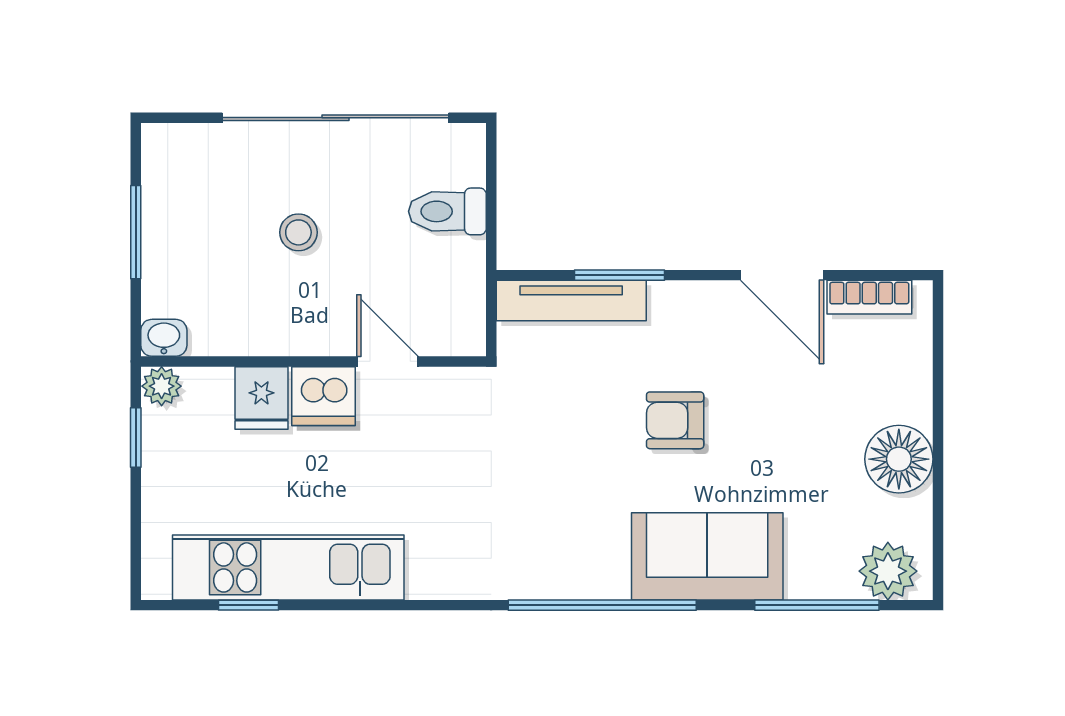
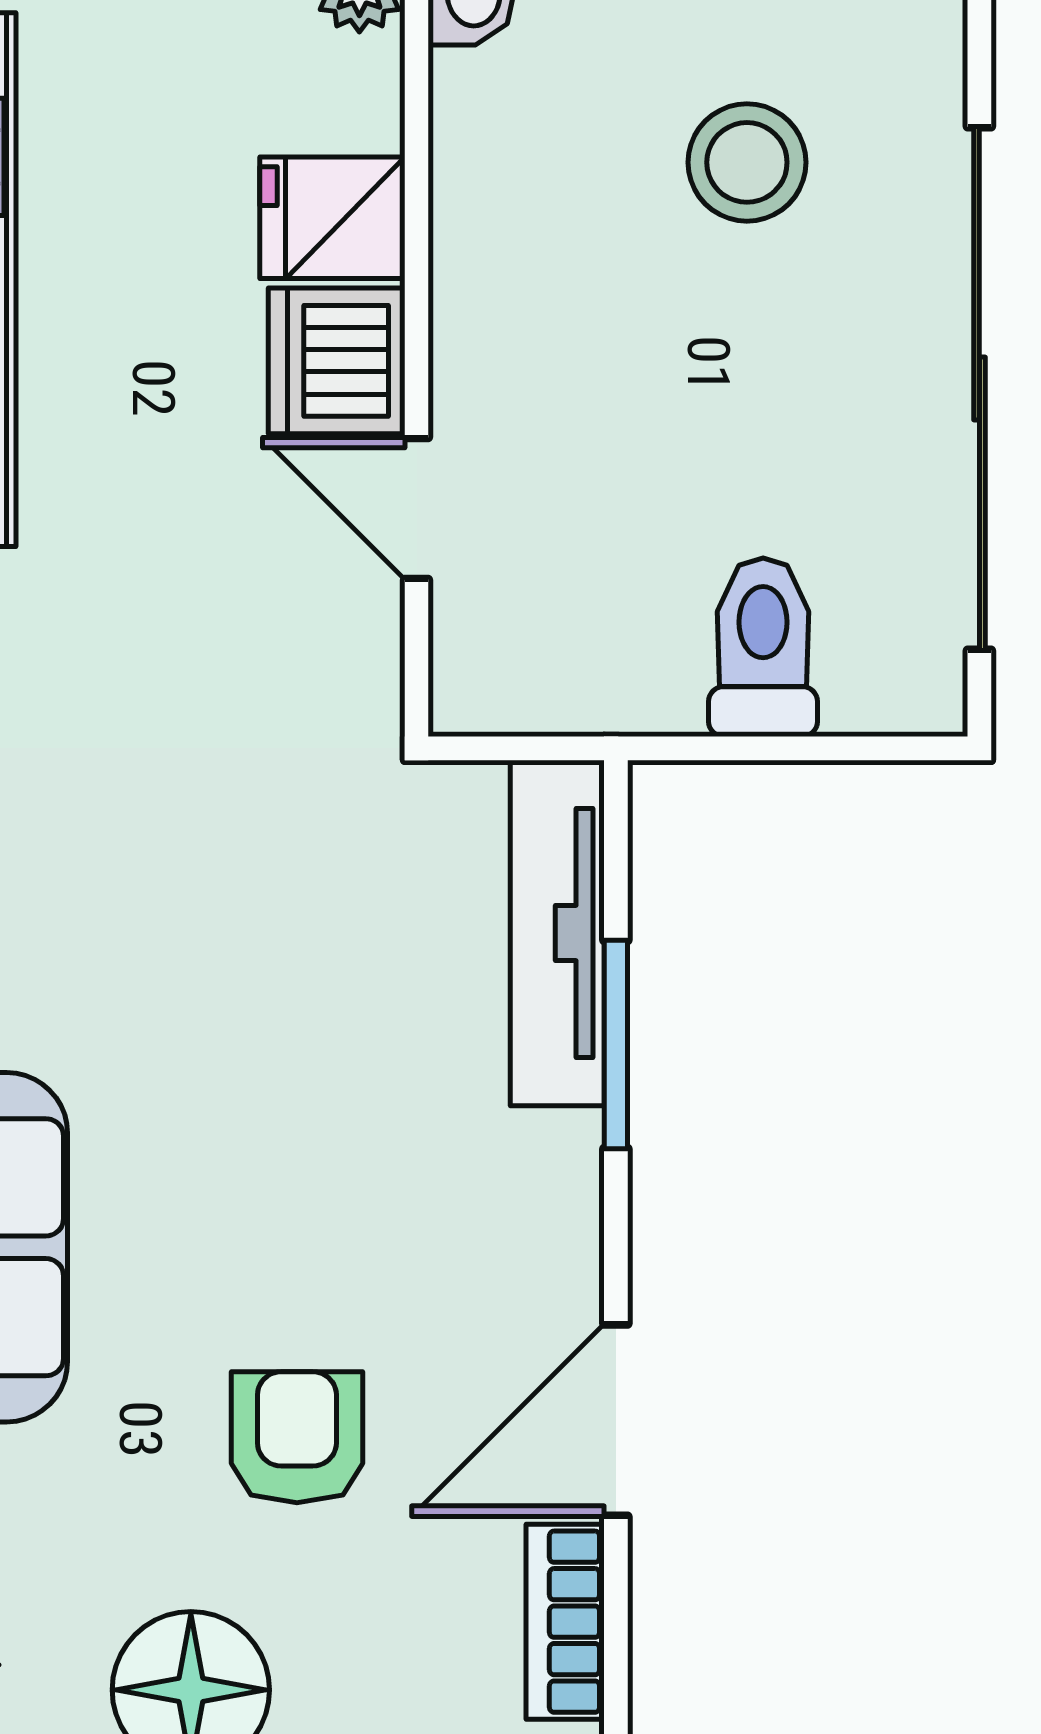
stool: (298, 232) -> (747, 162), moved, width x1.37, depth x1.37
door: (387, 361) -> (417, 508), swing flipped
armchair: (675, 420) -> (297, 1437), moved

